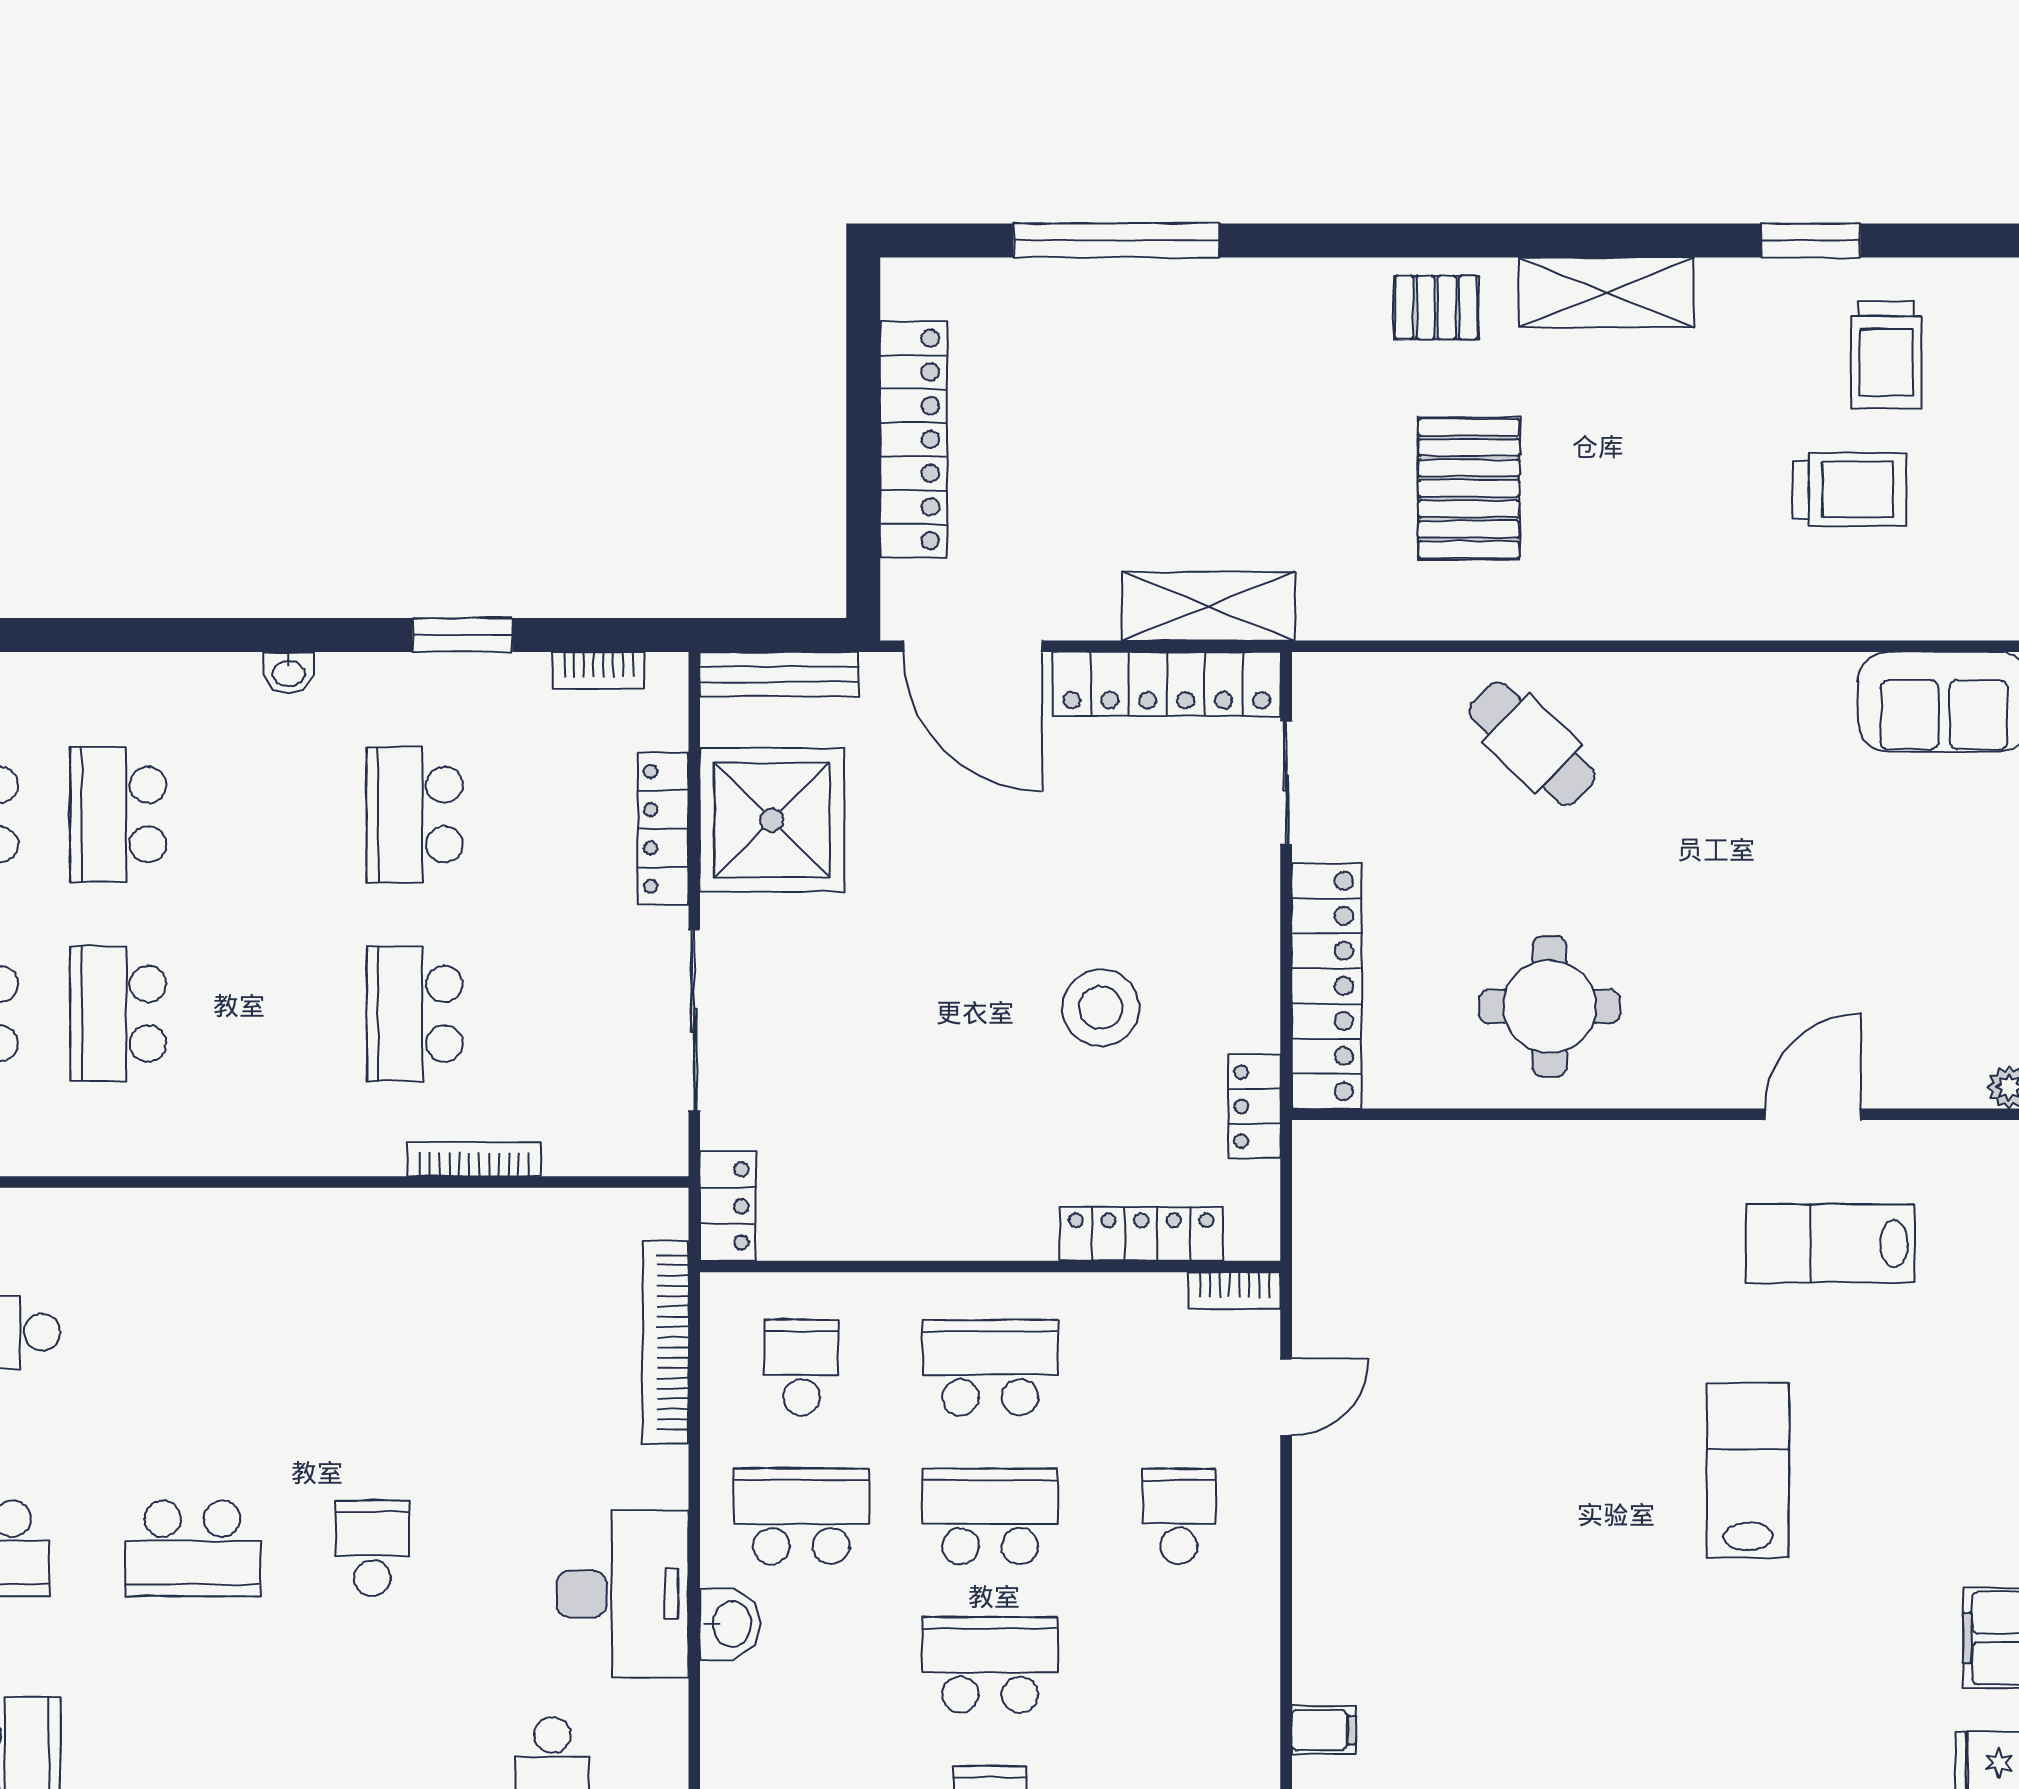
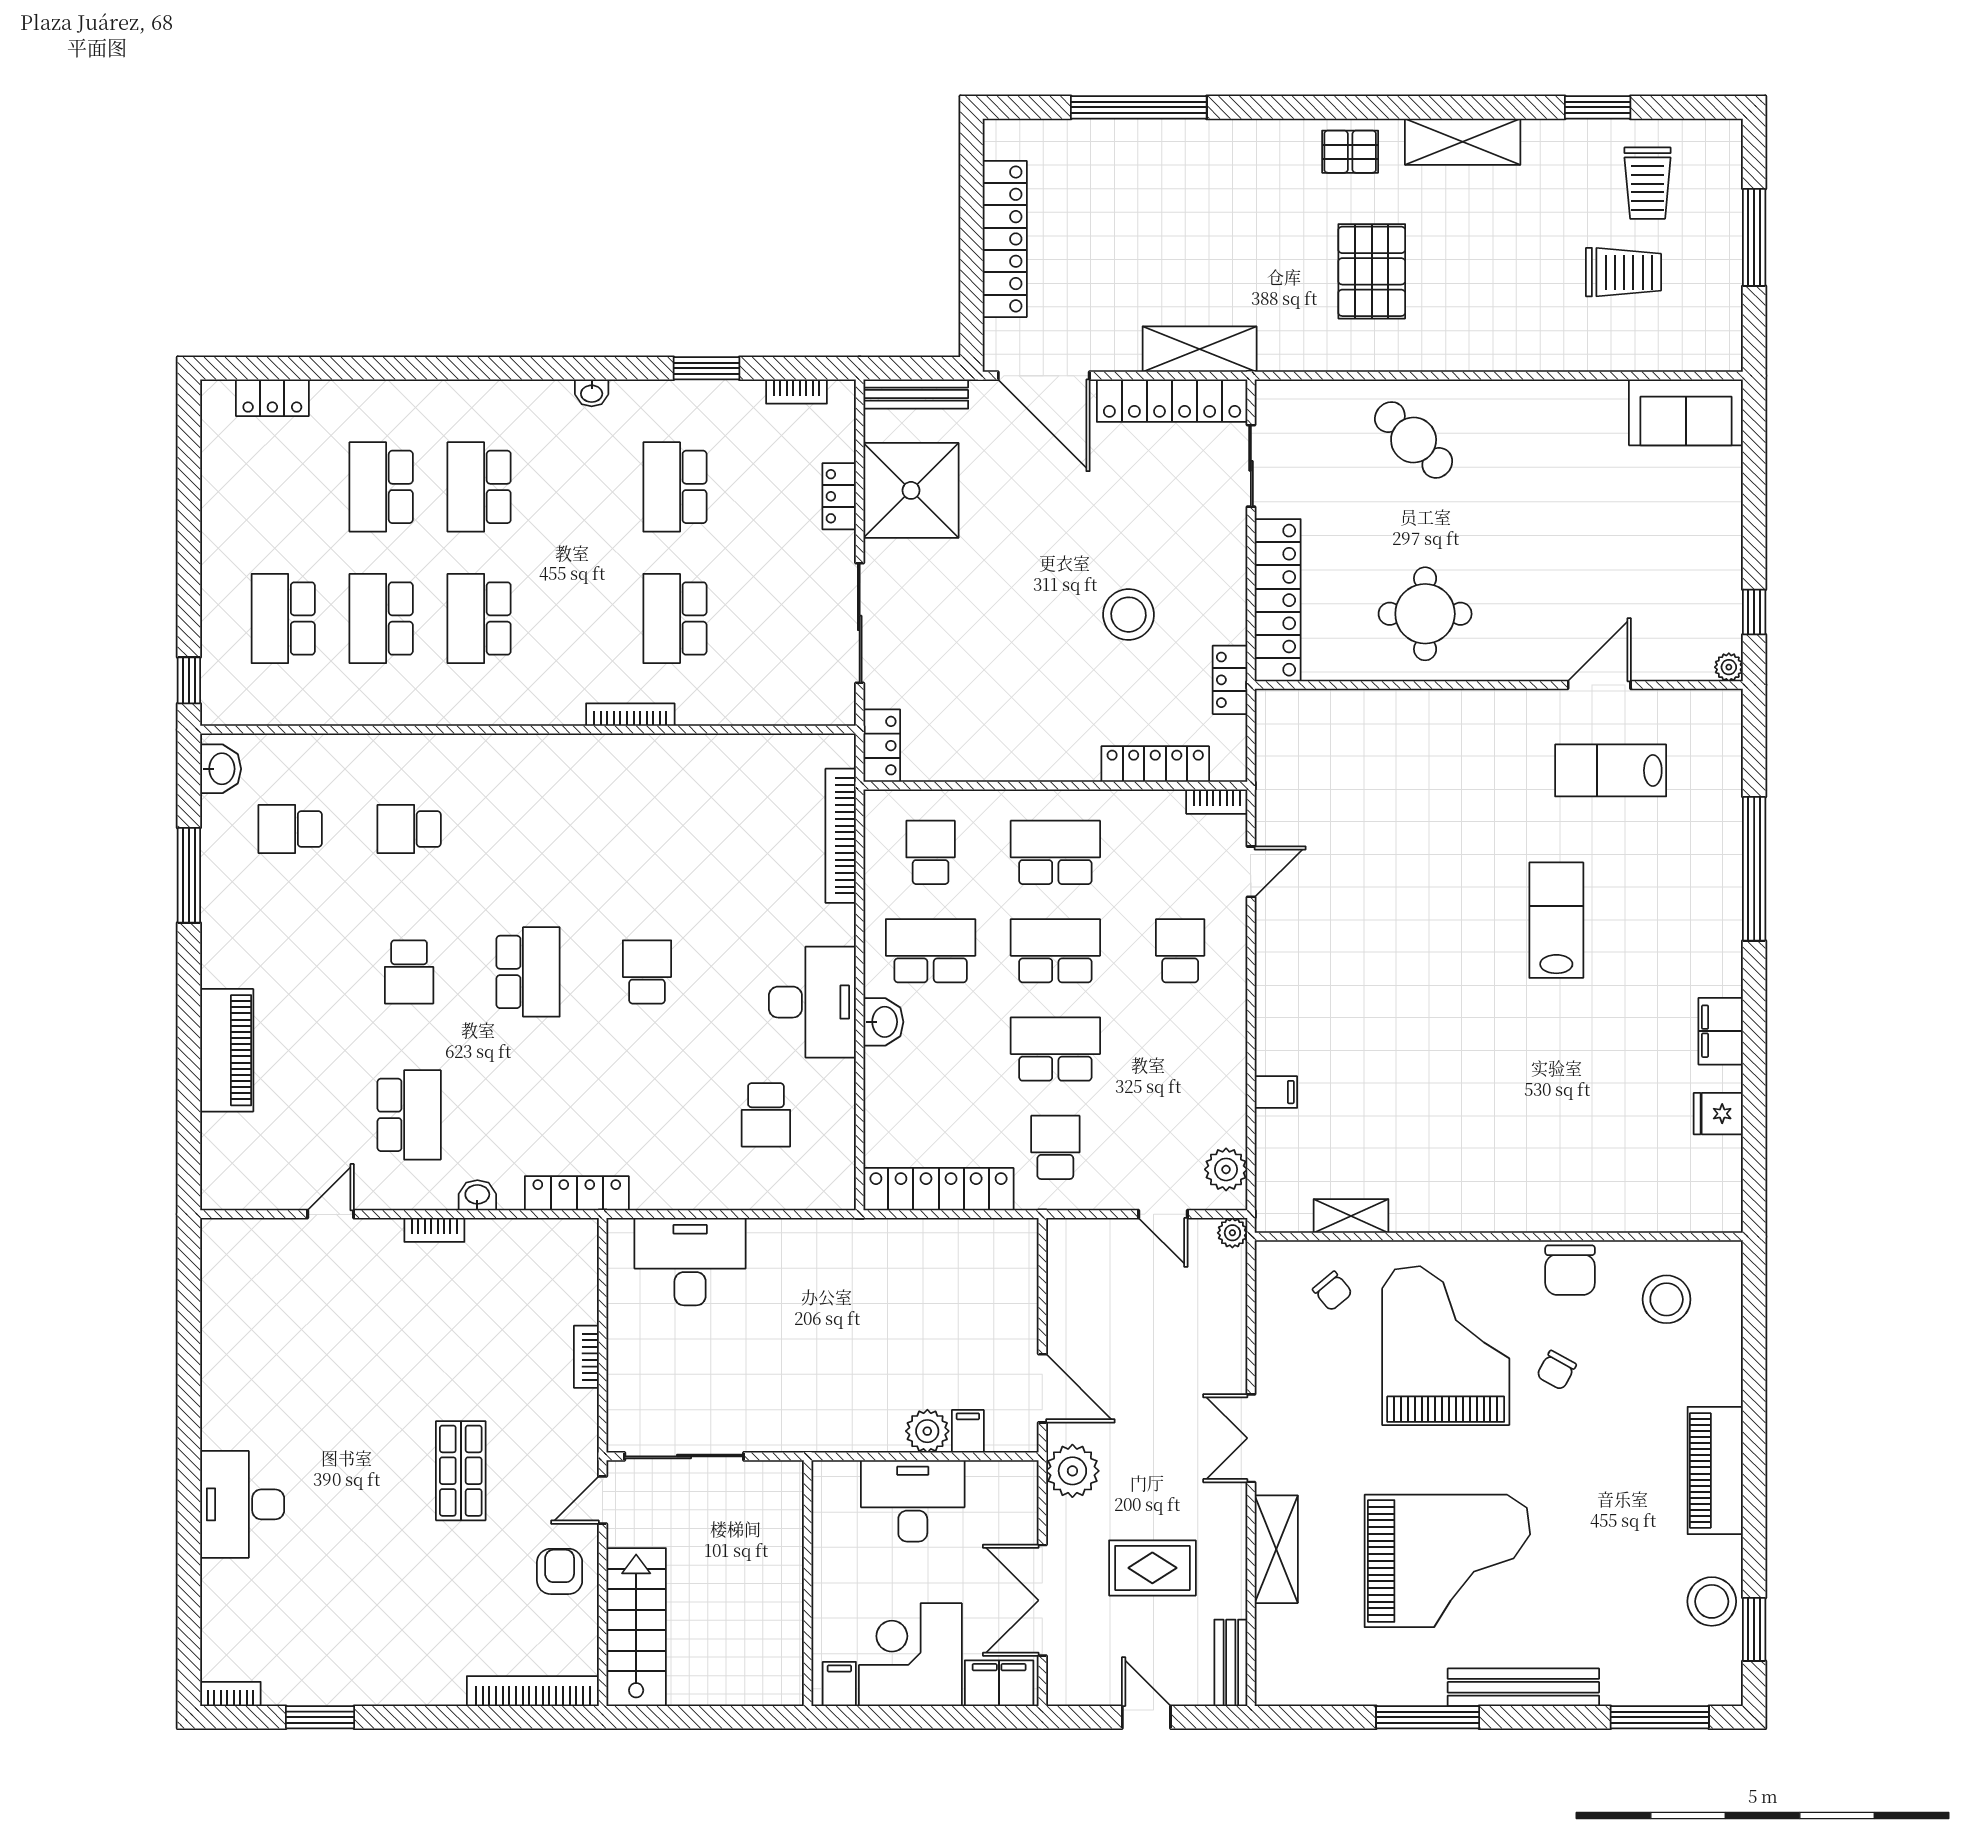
locker: (663, 829) -> (839, 496), width x0.66
bookcase: (474, 1159) -> (630, 715), moved
school desk: (192, 1548) -> (528, 972), turned -90

